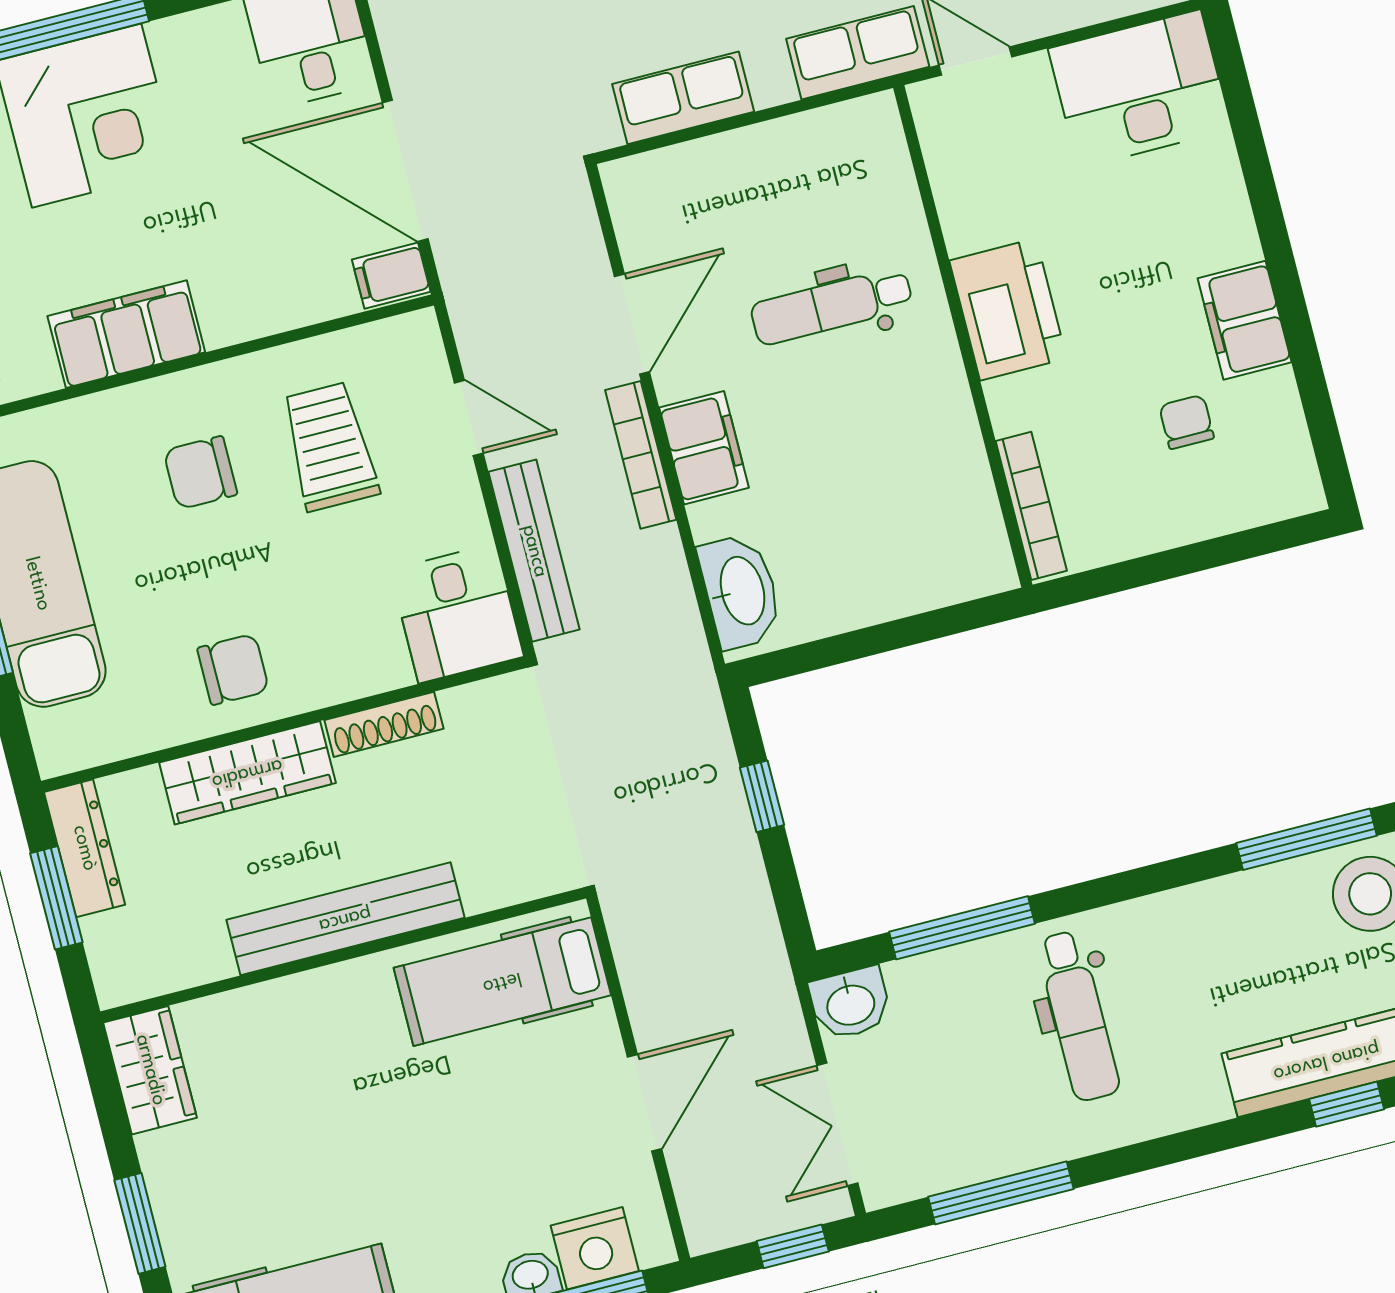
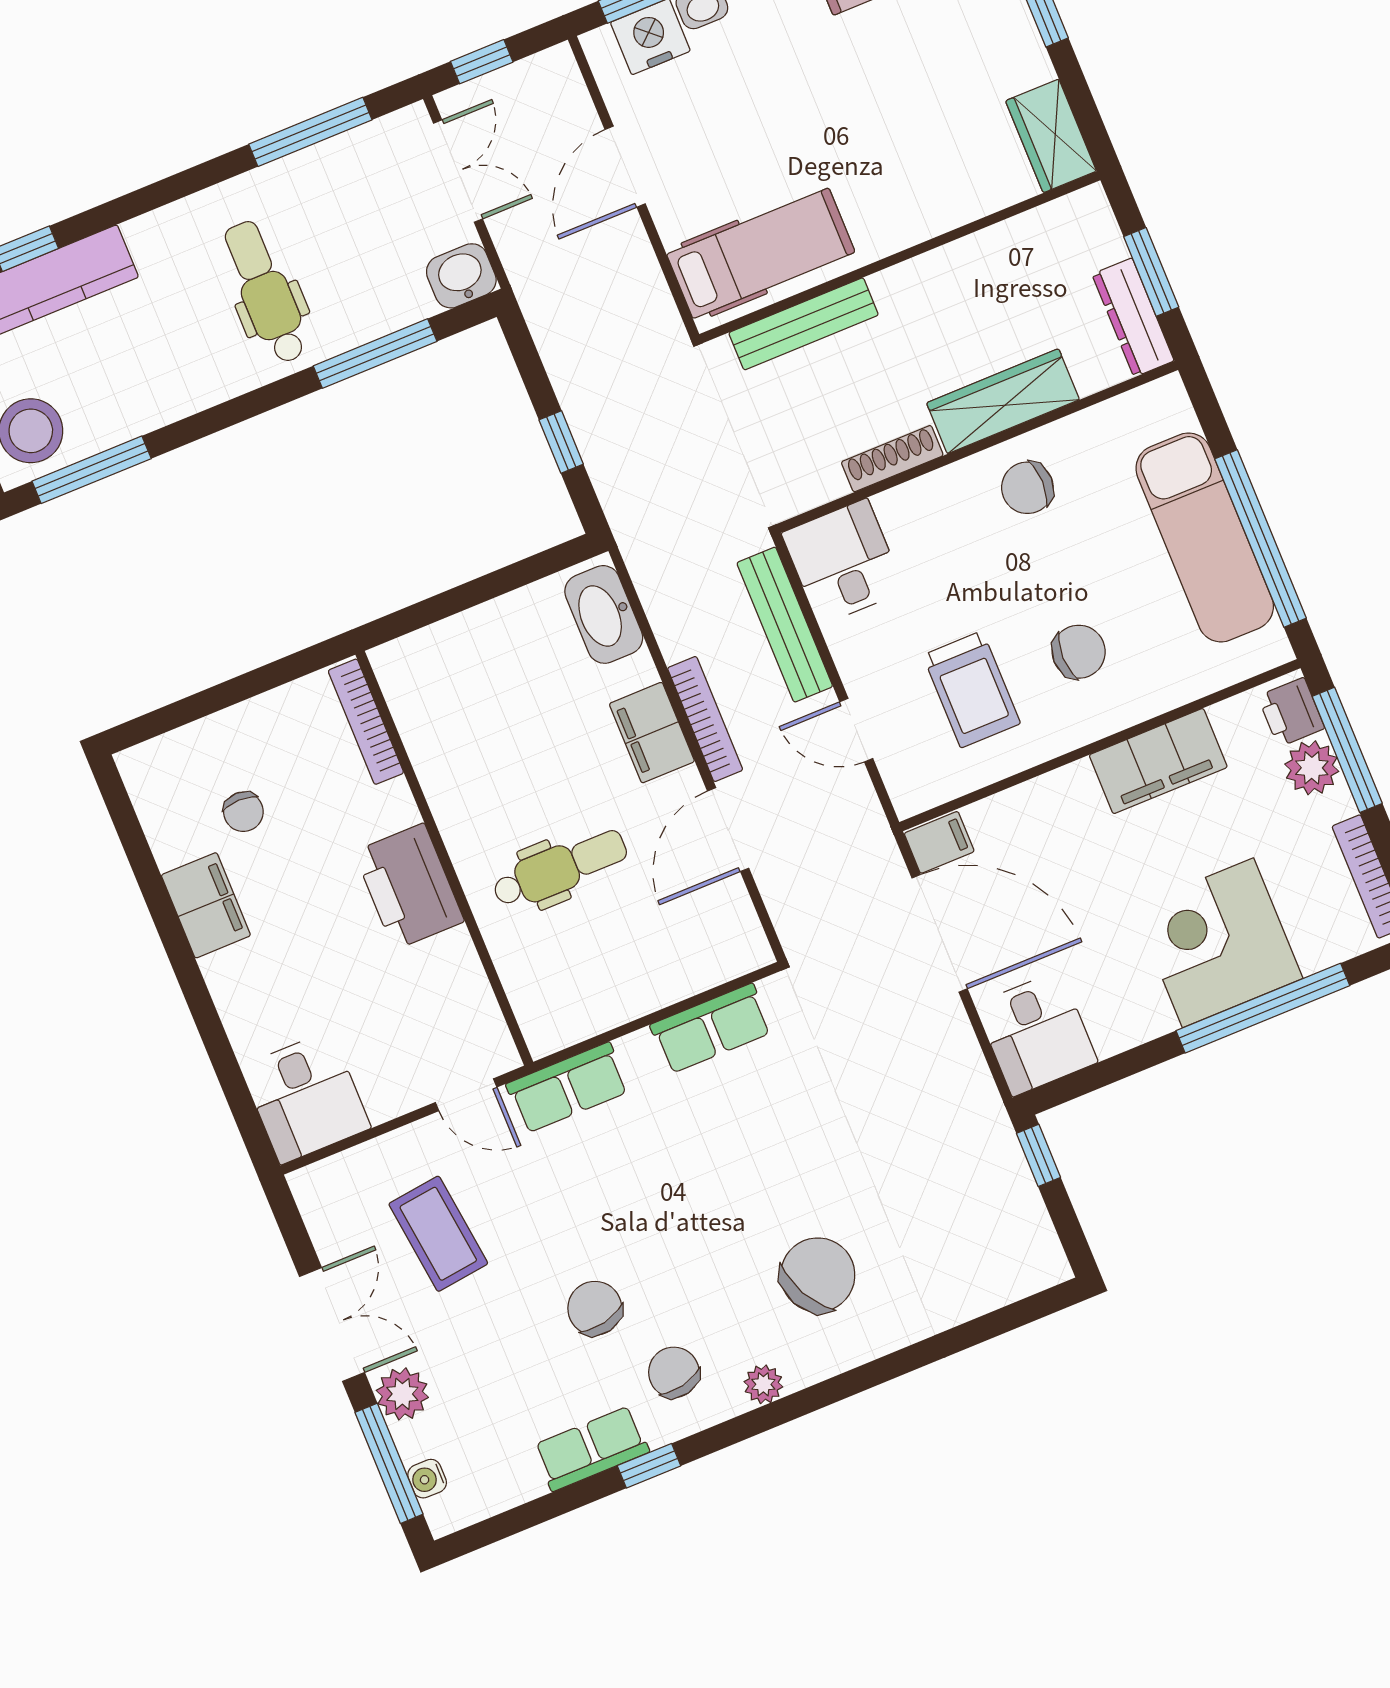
desk: (1140, 89) -> (306, 1097), width x0.73
bench: (345, 919) -> (804, 324), moved, width x0.73, depth x0.82

